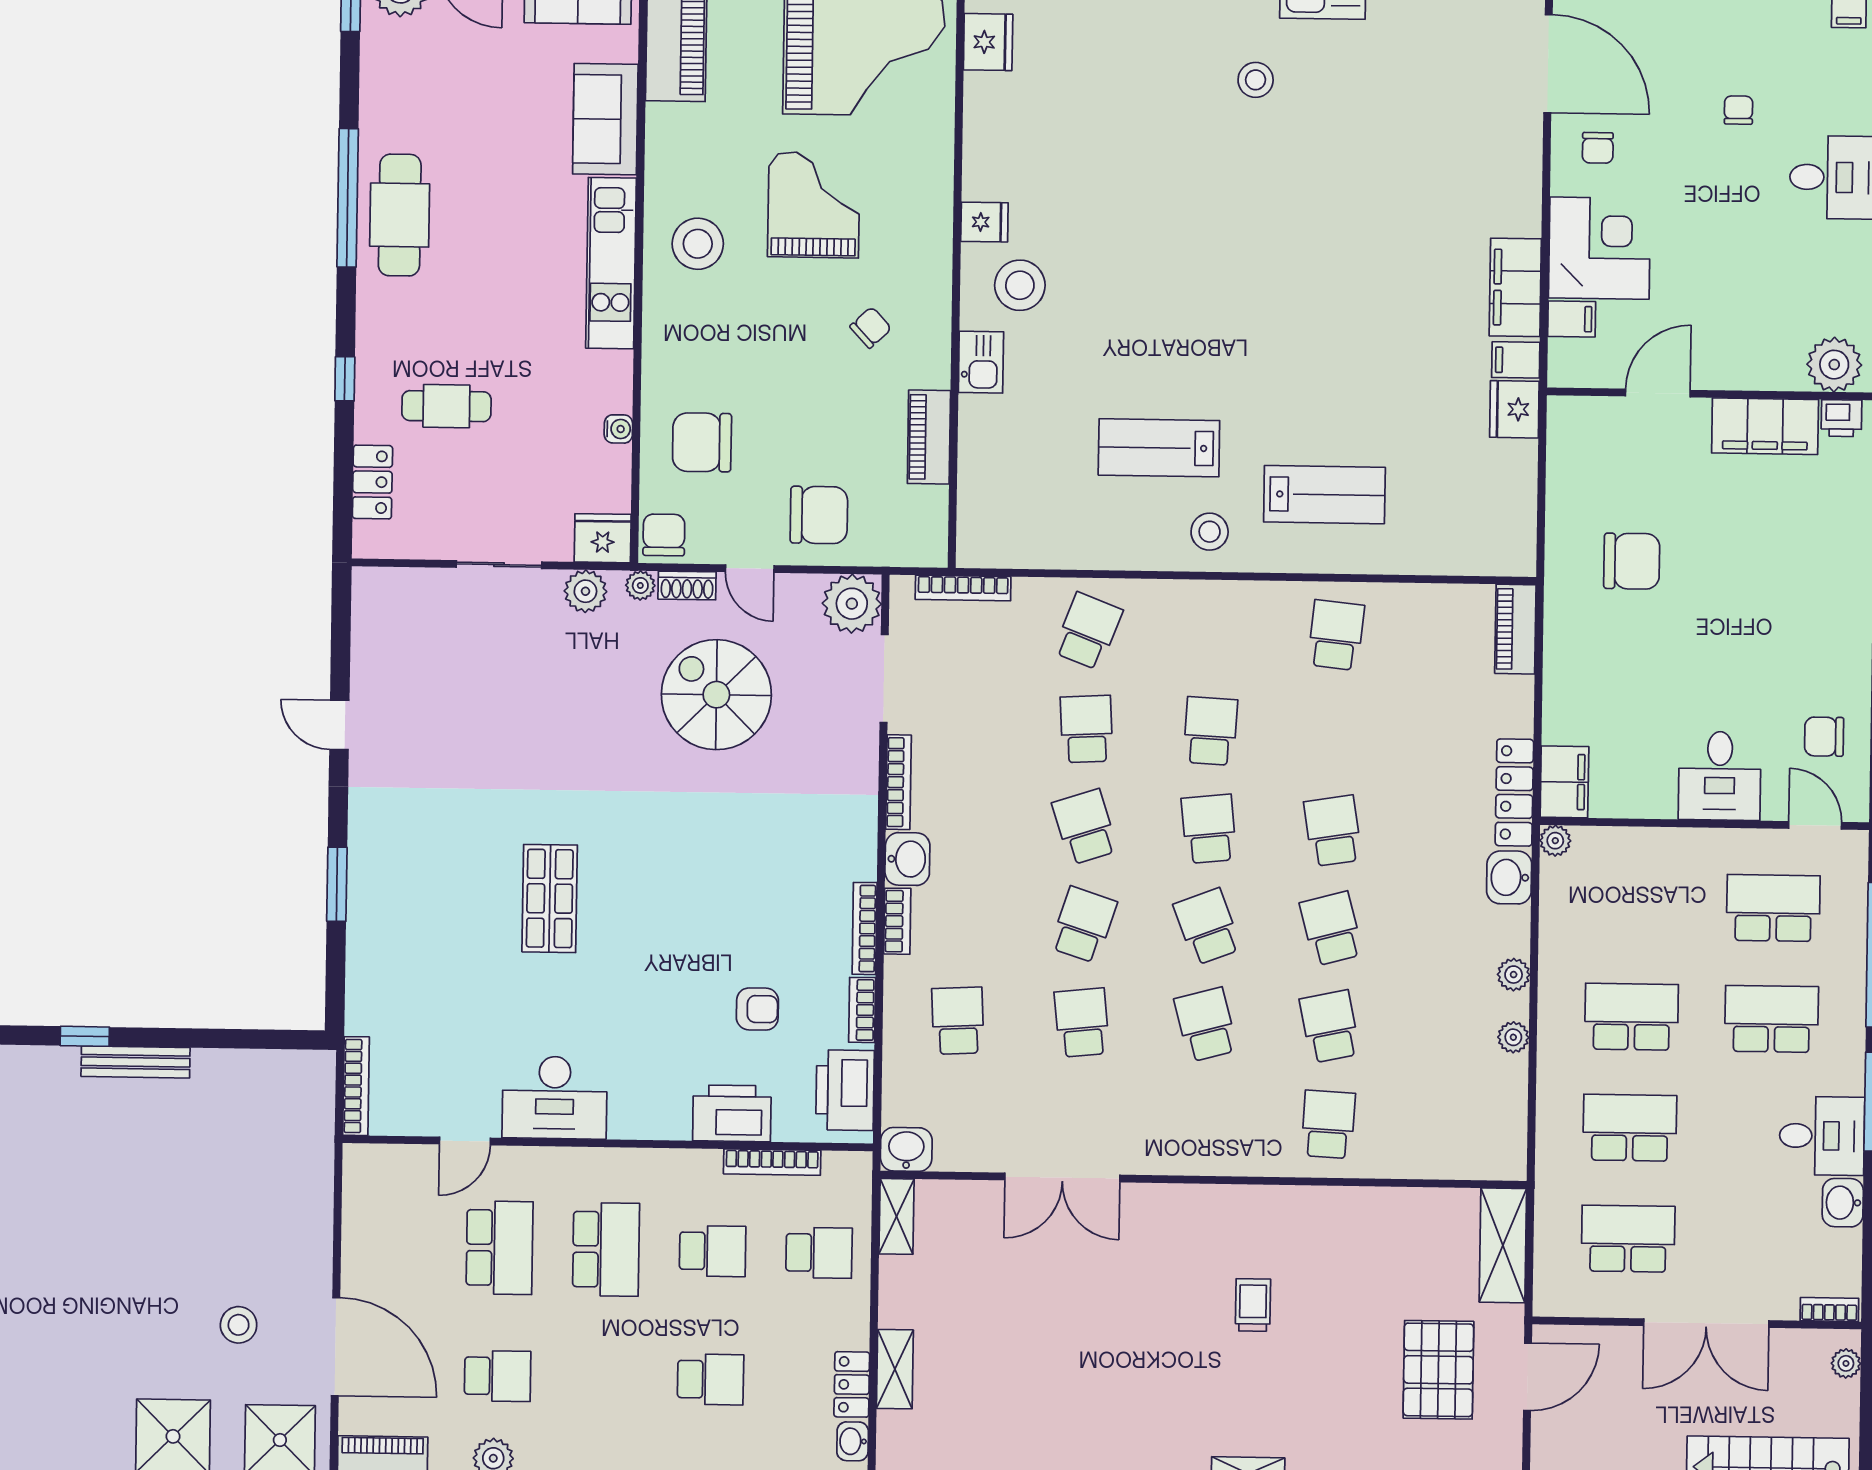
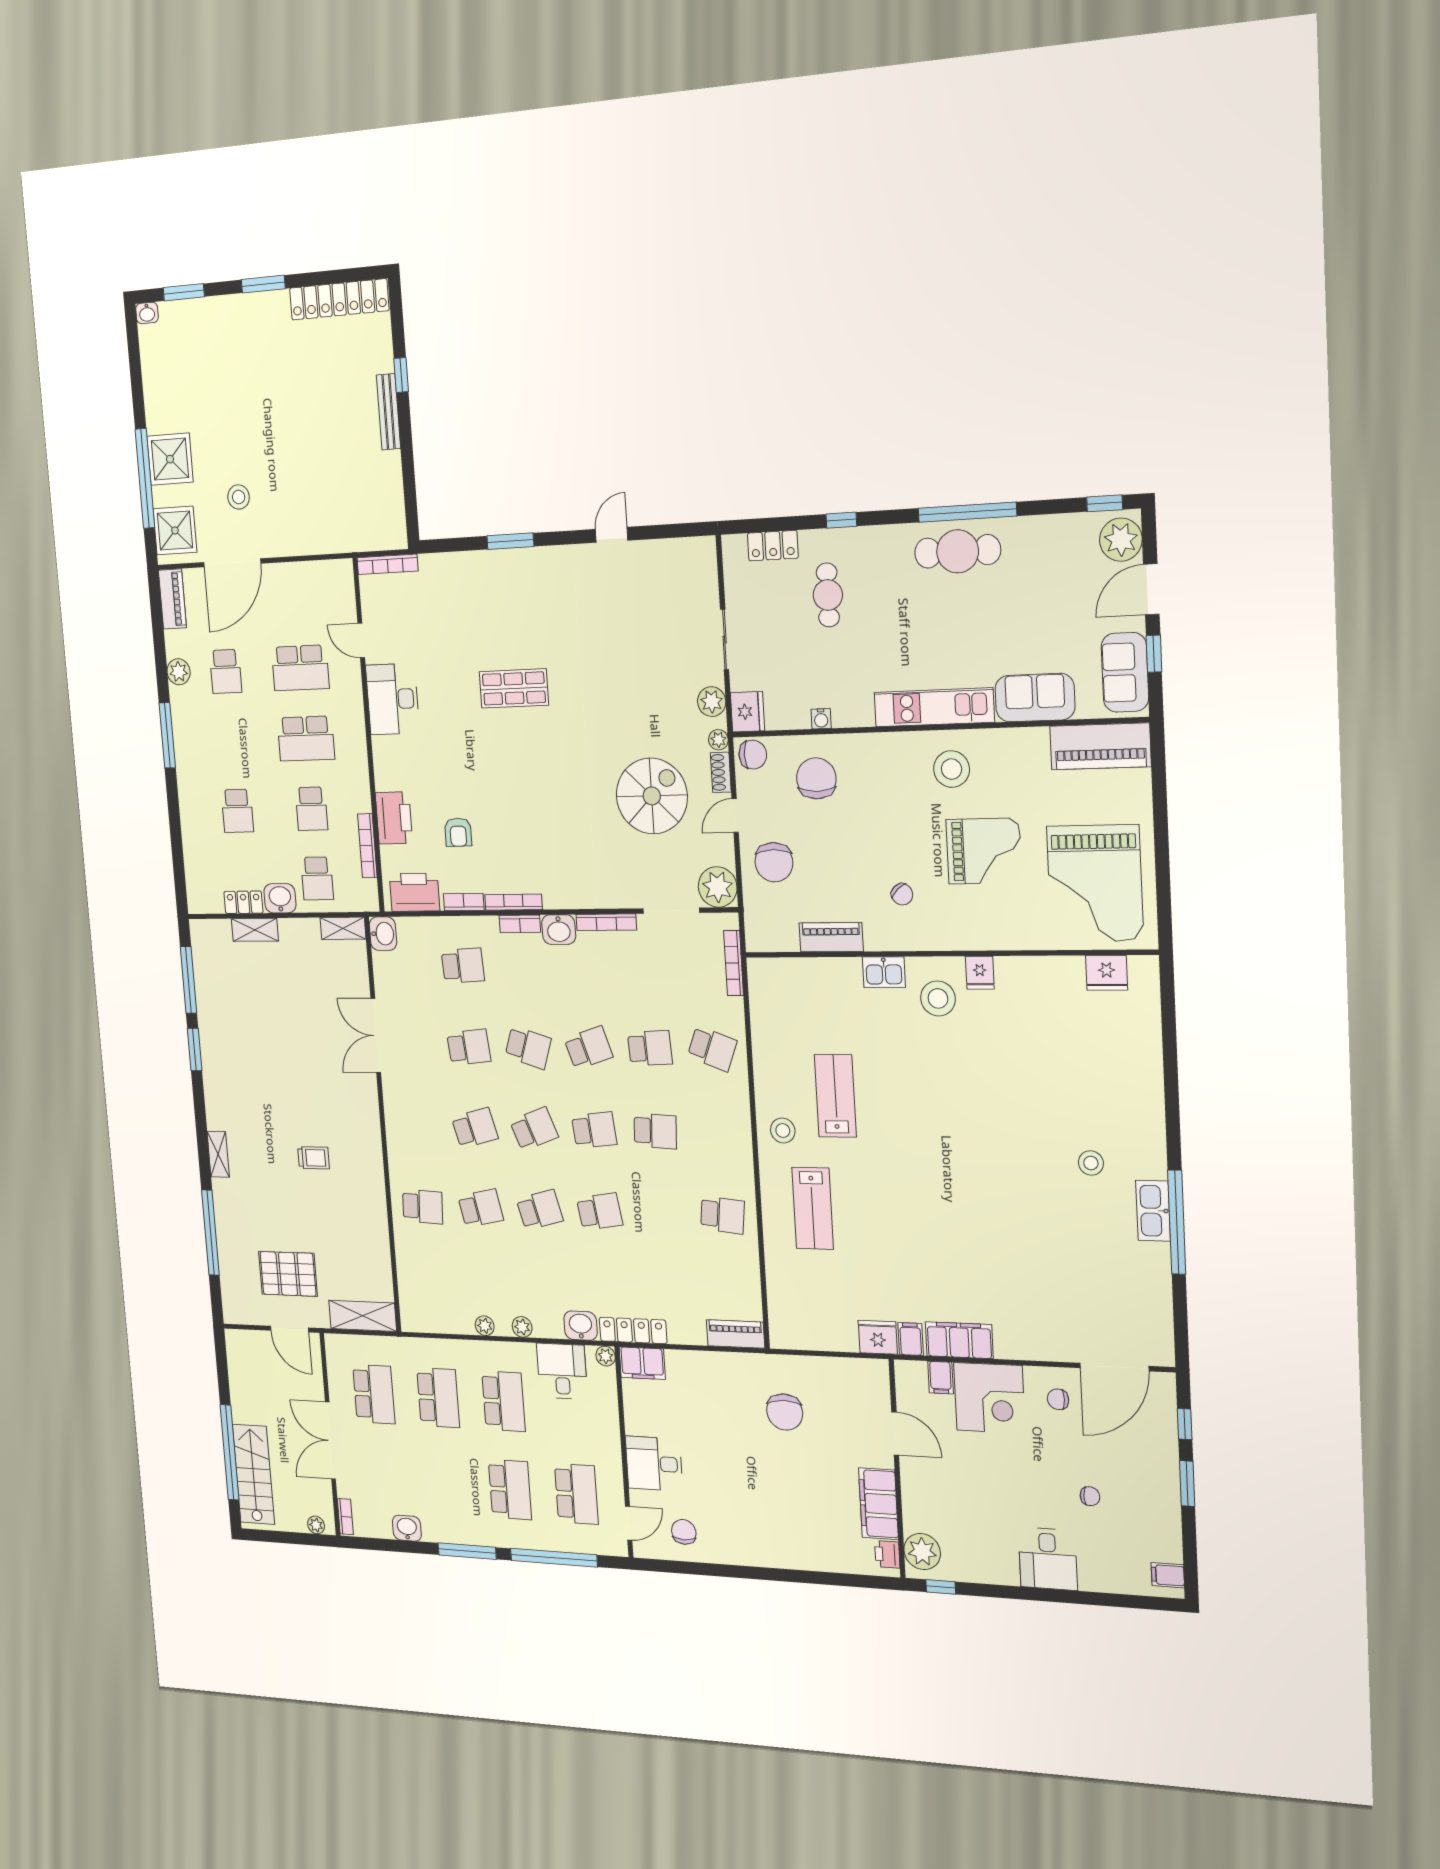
desk: (1822, 1136) -> (562, 1371), moved, turned 180
washbasin: (853, 1441) -> (280, 898), moved, width x1.38, depth x1.45

